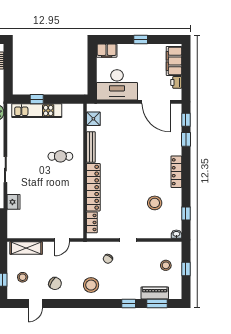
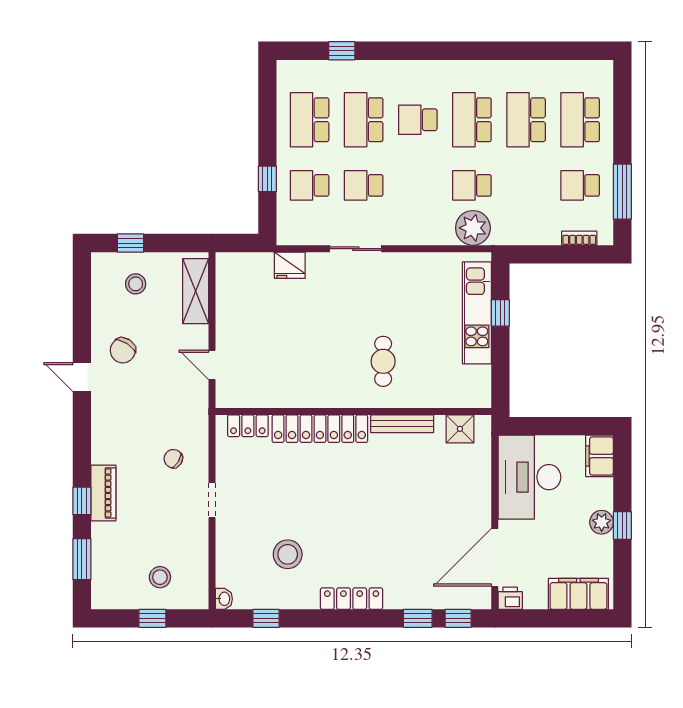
plant: (139, 50) -> (602, 522), added
printer: (176, 82) -> (510, 598), moved
stool: (91, 285) -> (120, 424), removed
piano: (155, 293) -> (103, 493), moved
door: (35, 303) -> (82, 377), moved

